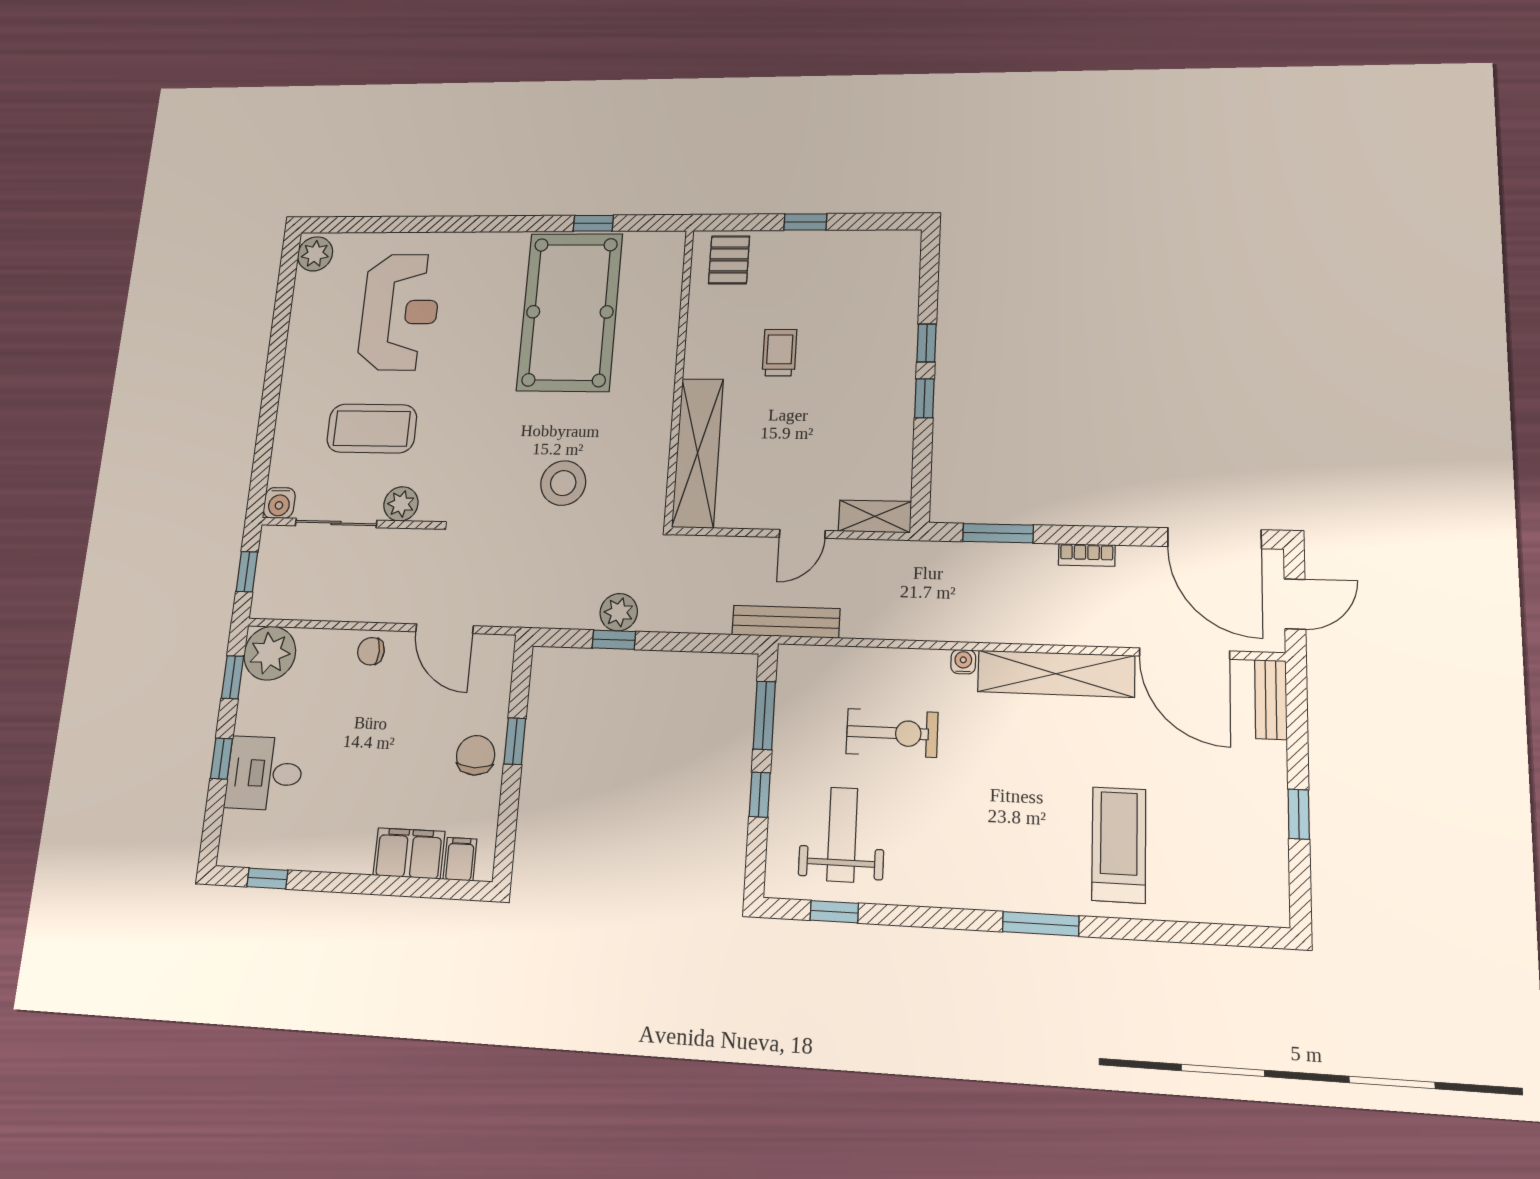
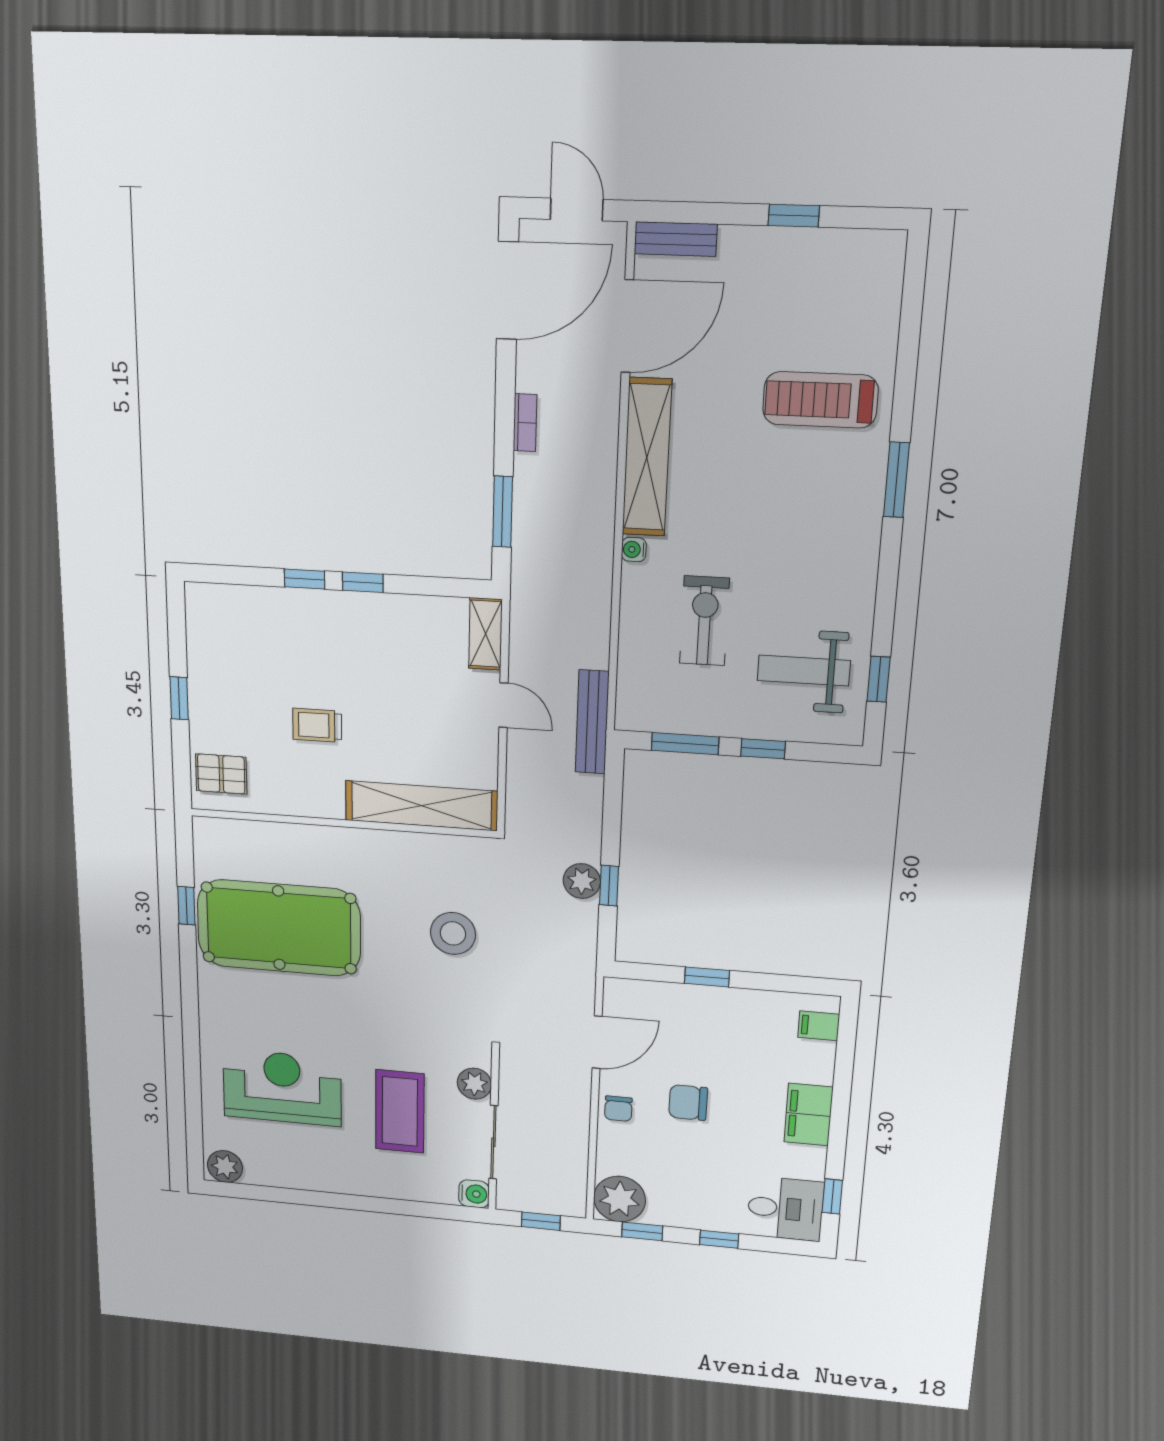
chair: (476, 755) -> (688, 1103), moved
desk: (264, 773) -> (785, 1209), moved, turned -90
filing cabinet: (409, 853) -> (808, 1115), moved

